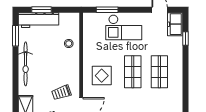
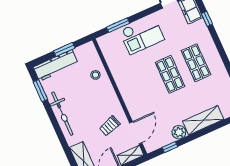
window: (42, 10) -> (64, 49), moved
display table: (102, 76) -> (142, 92), removed

